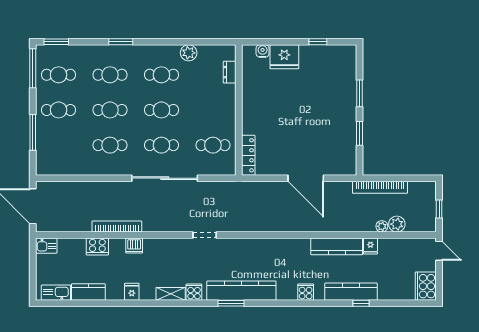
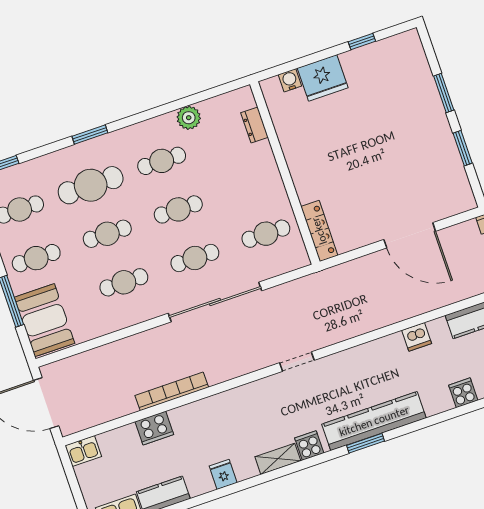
cafe table: (110, 75) -> (91, 185), width x1.37, depth x1.35
booth: (50, 152) -> (44, 320), added
dishwasher: (134, 246) -> (417, 337), moved

